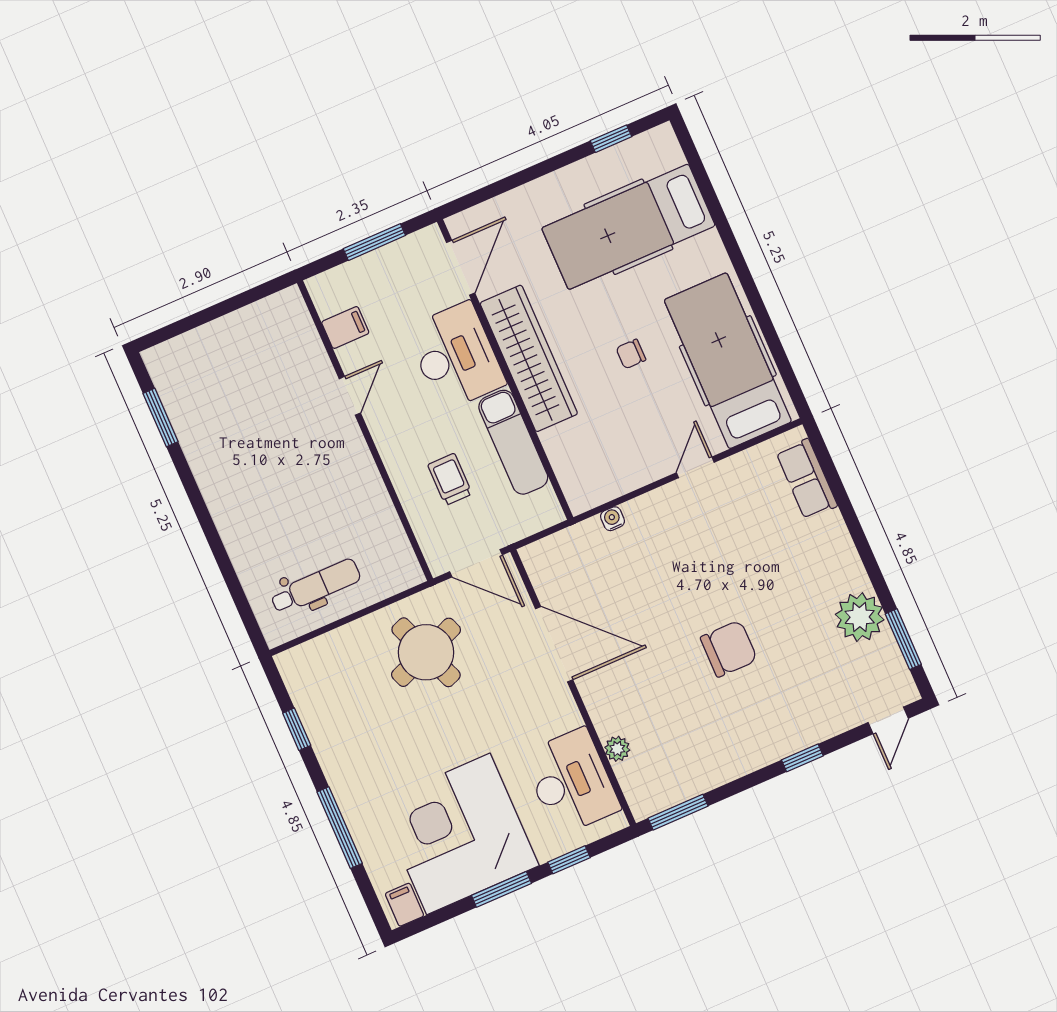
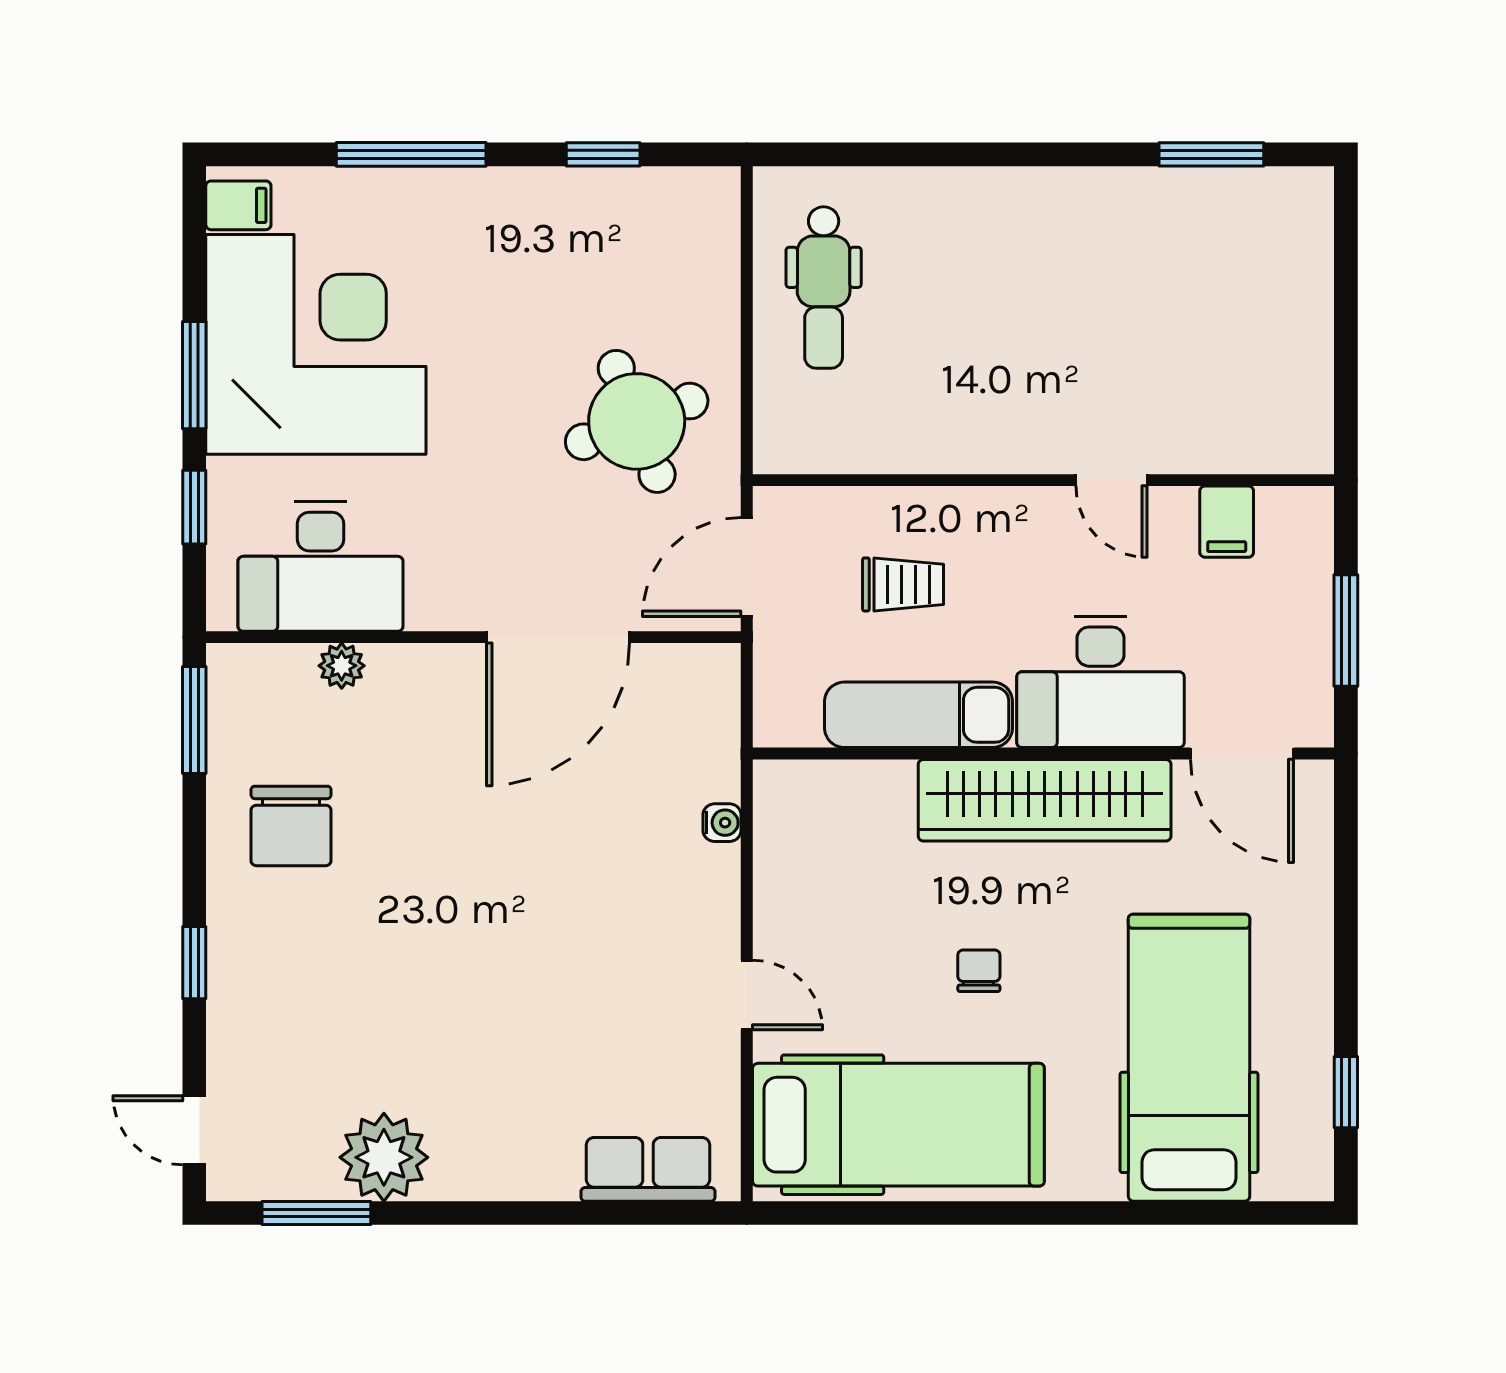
chair: (729, 649) -> (291, 826), moved

